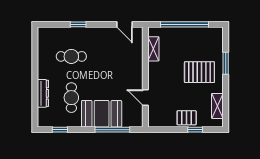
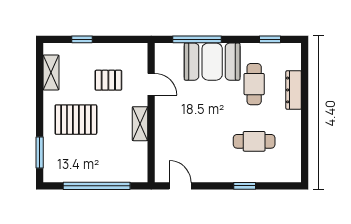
shelving: (153, 49) -> (140, 124), moved
window: (226, 63) -> (40, 152), moved
pallet: (187, 118) -> (108, 80), moved

